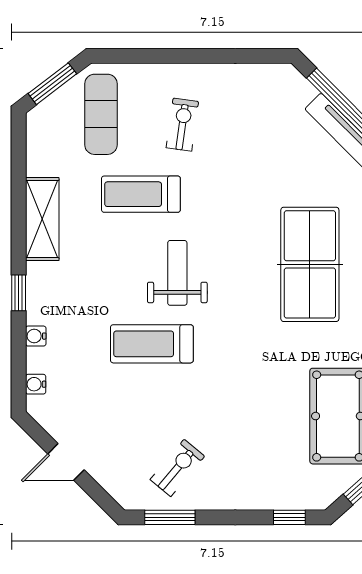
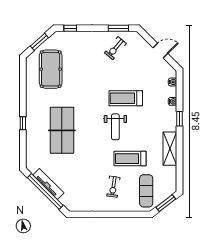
treadmill: (141, 194) -> (130, 159), turned 180
treadmill: (152, 344) -> (126, 98), turned 180

